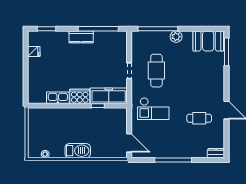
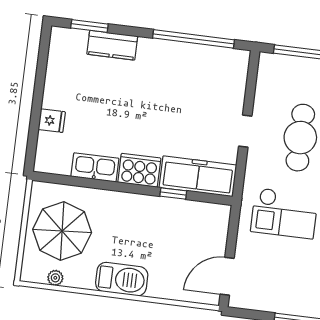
kitchen counter: (81, 37) -> (112, 45), moved
fridge: (34, 51) -> (52, 121), moved
parasol: (46, 131) -> (62, 231), added
door: (129, 143) -> (227, 276), swing flipped

